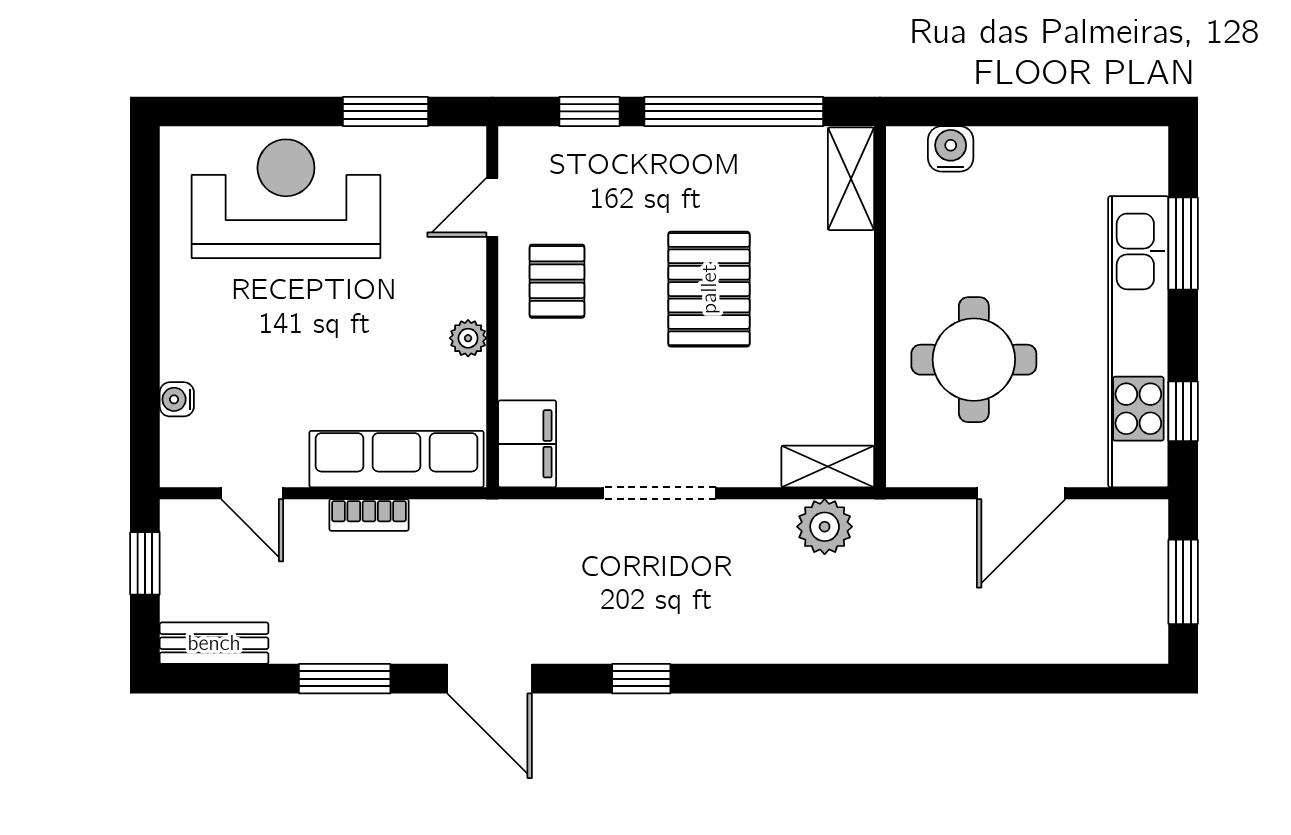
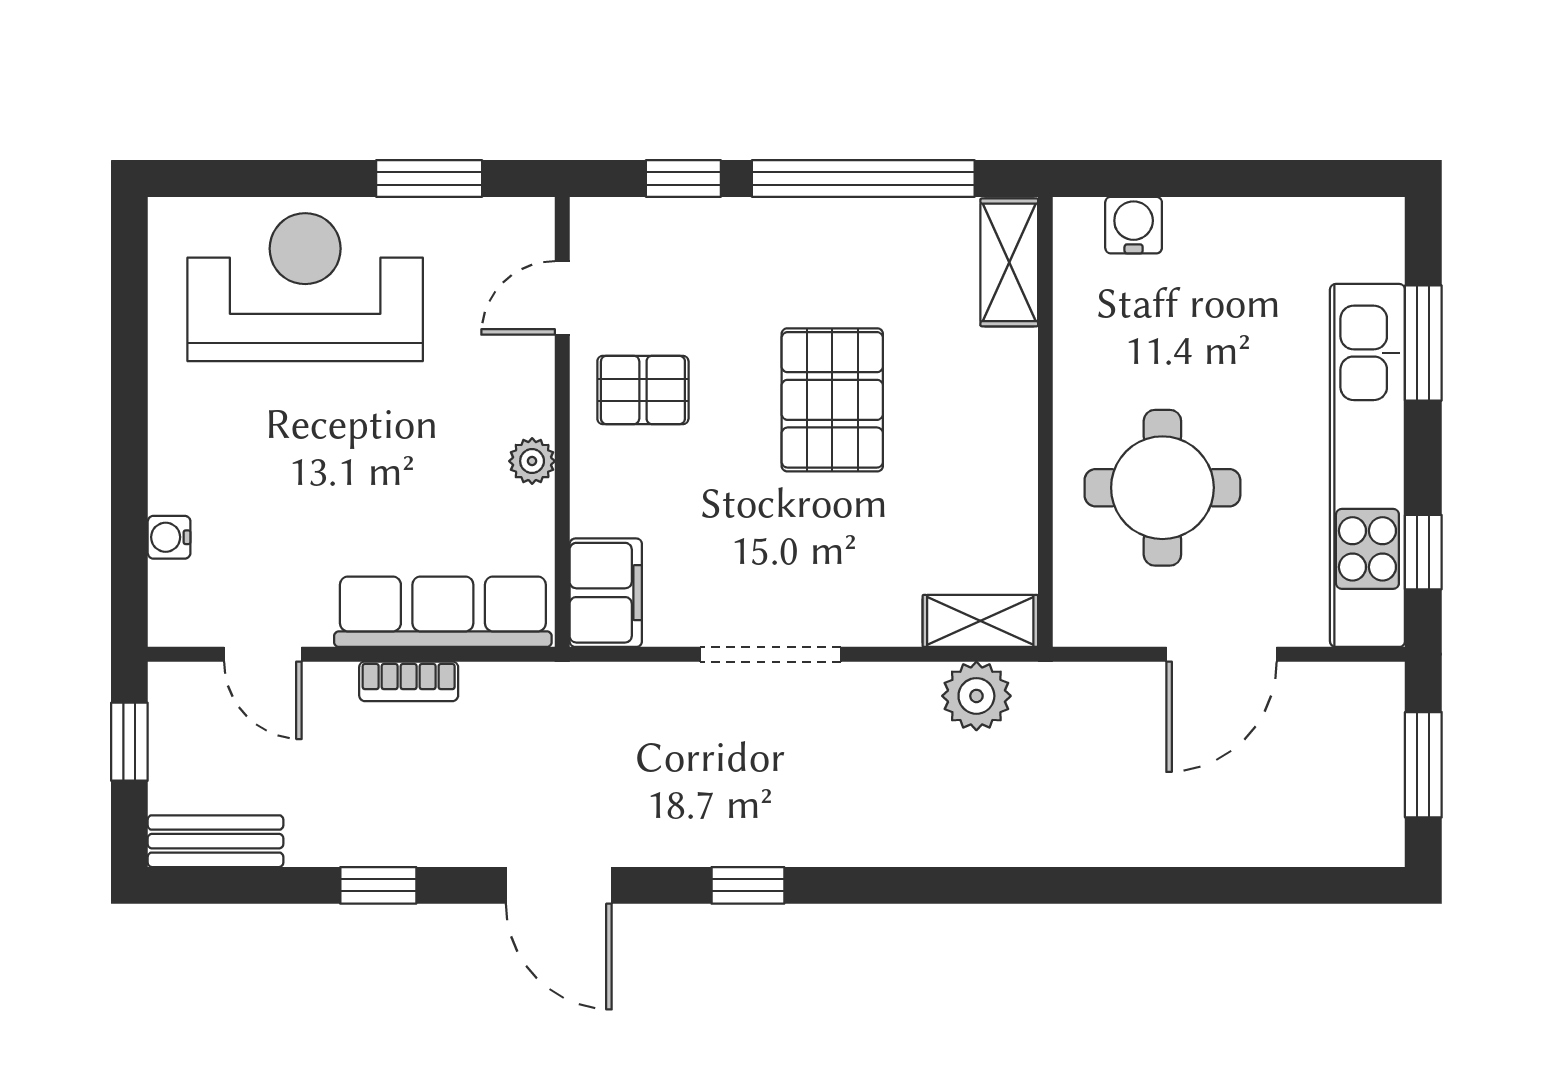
pallet: (557, 281) -> (643, 390), turned 90
window: (345, 679) -> (378, 885), width x0.67

